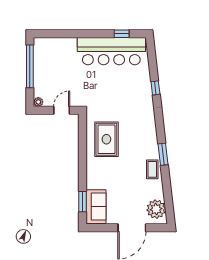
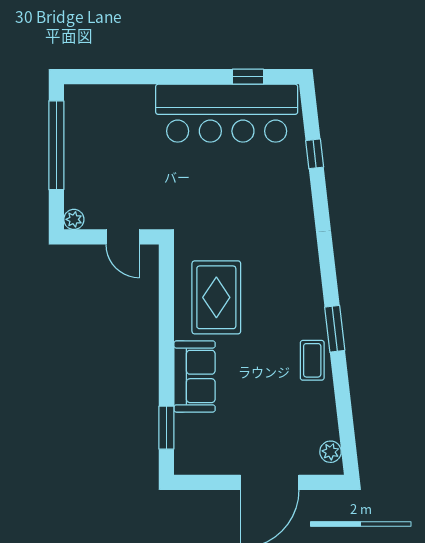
window: (155, 88) -> (315, 154), moved
door: (62, 110) -> (123, 237), swing flipped
sofa: (96, 207) -> (195, 376), moved
plant: (156, 209) -> (331, 452), width x0.53, depth x0.53

